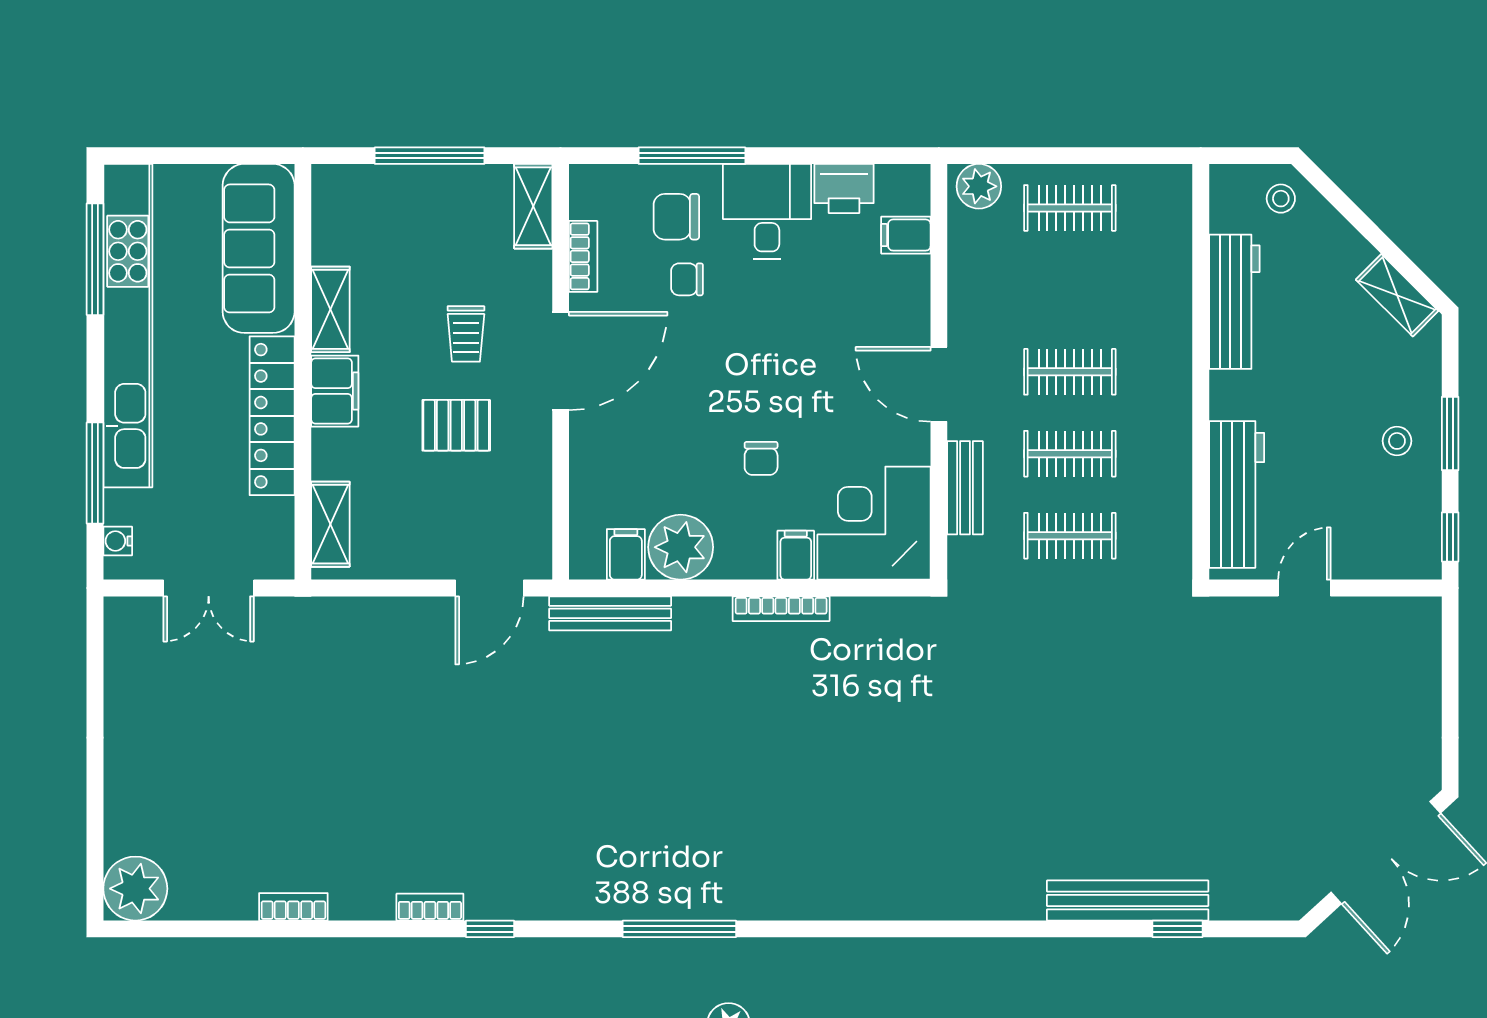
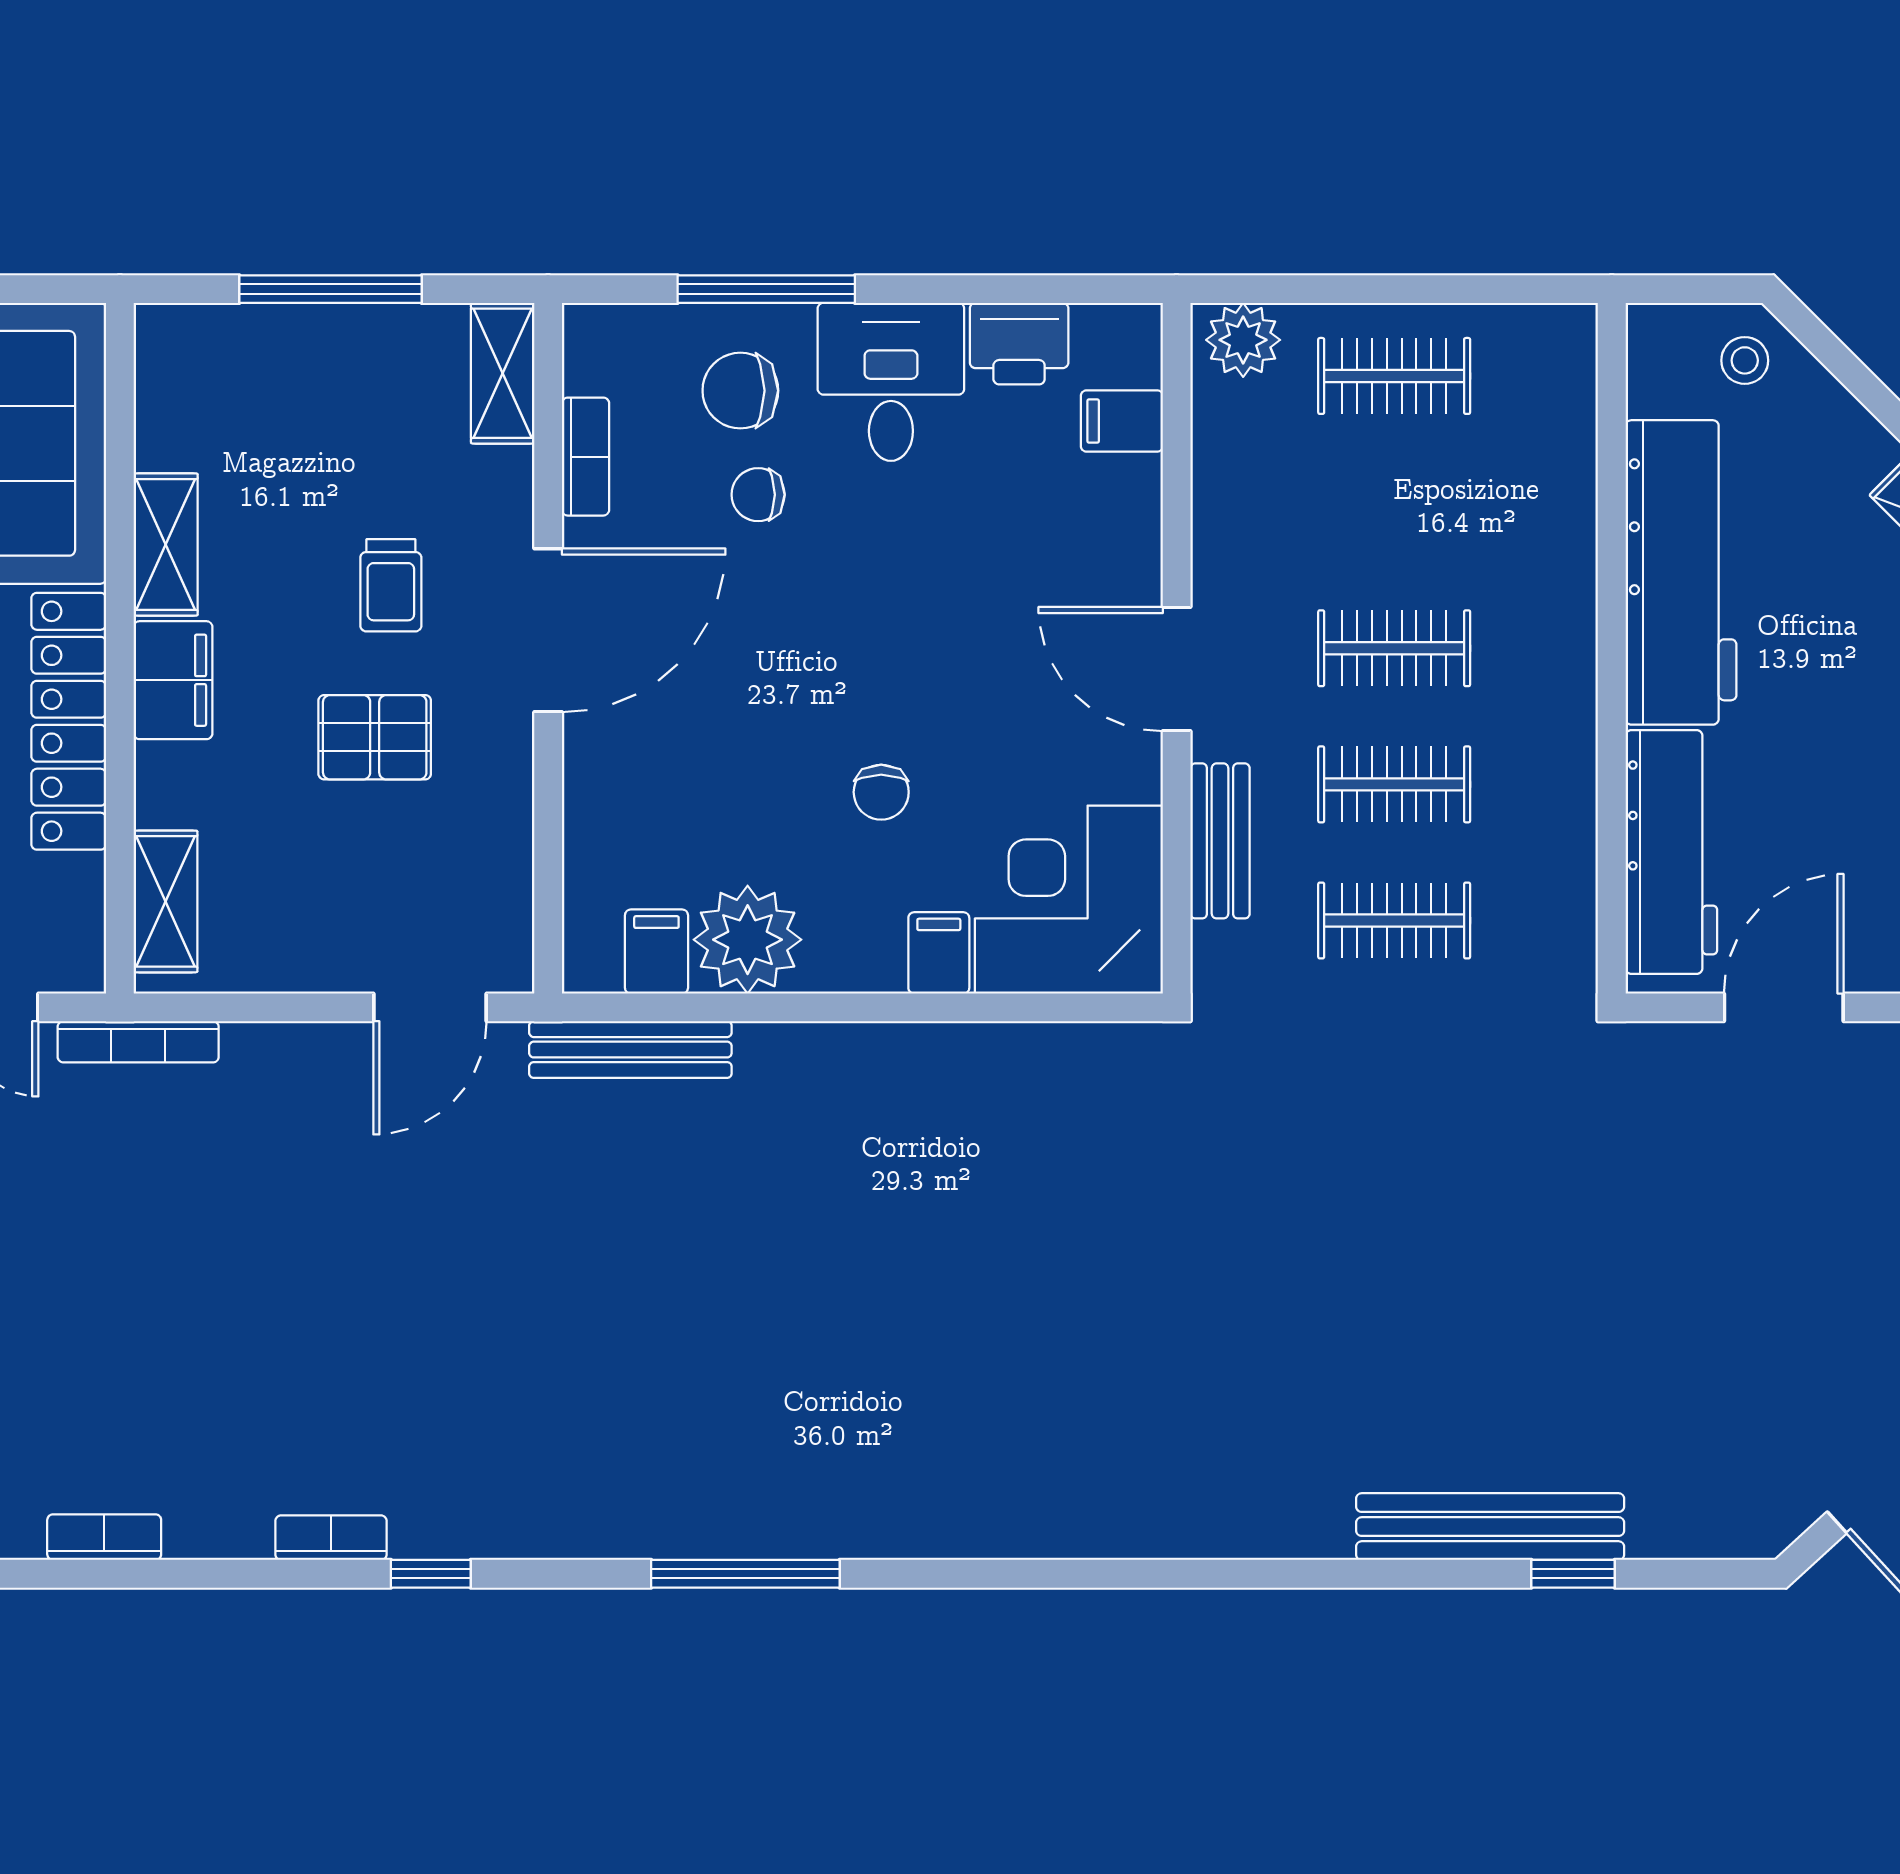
workbench: (1234, 302) -> (1681, 572), width x1.36, depth x1.32
door: (1304, 588) -> (1784, 1007), width x1.38
bookcase: (781, 609) -> (138, 1042), moved

